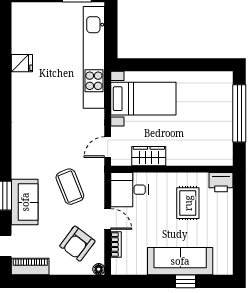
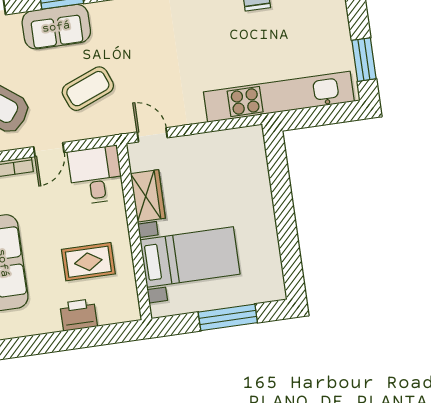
bed with nightstands: (143, 99) -> (190, 257), moved, turned -90
window: (239, 113) -> (228, 317), width x0.68
printer: (221, 182) -> (79, 315), moved, turned 90

